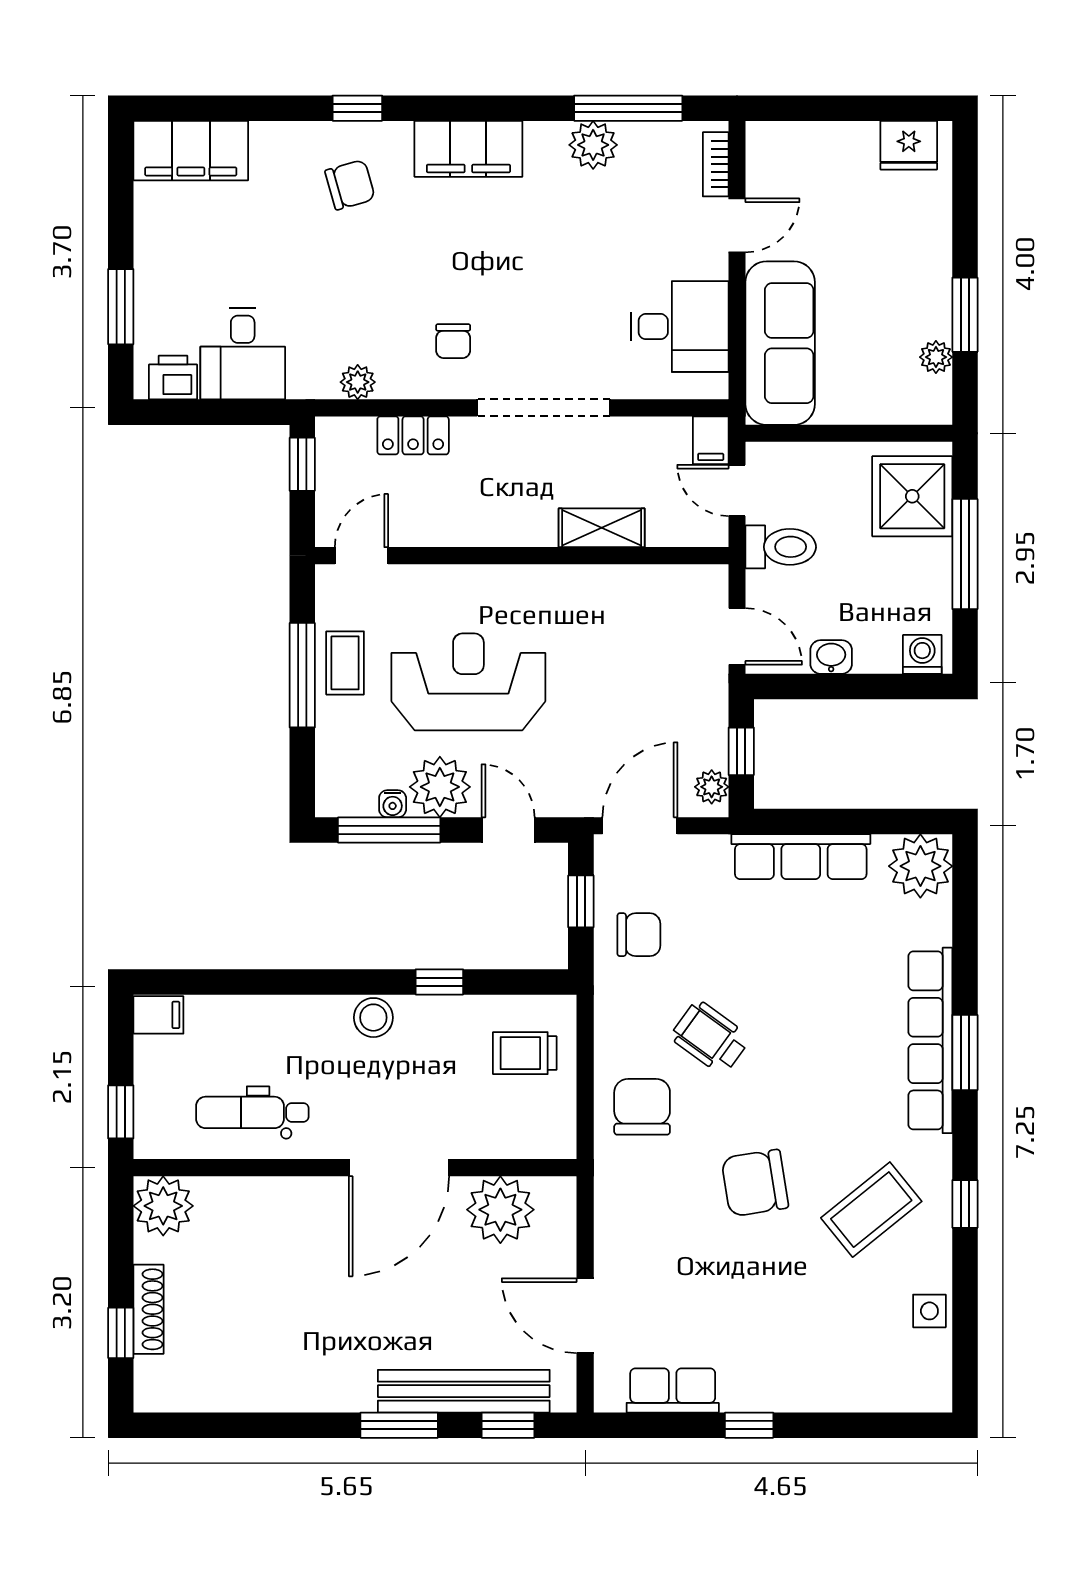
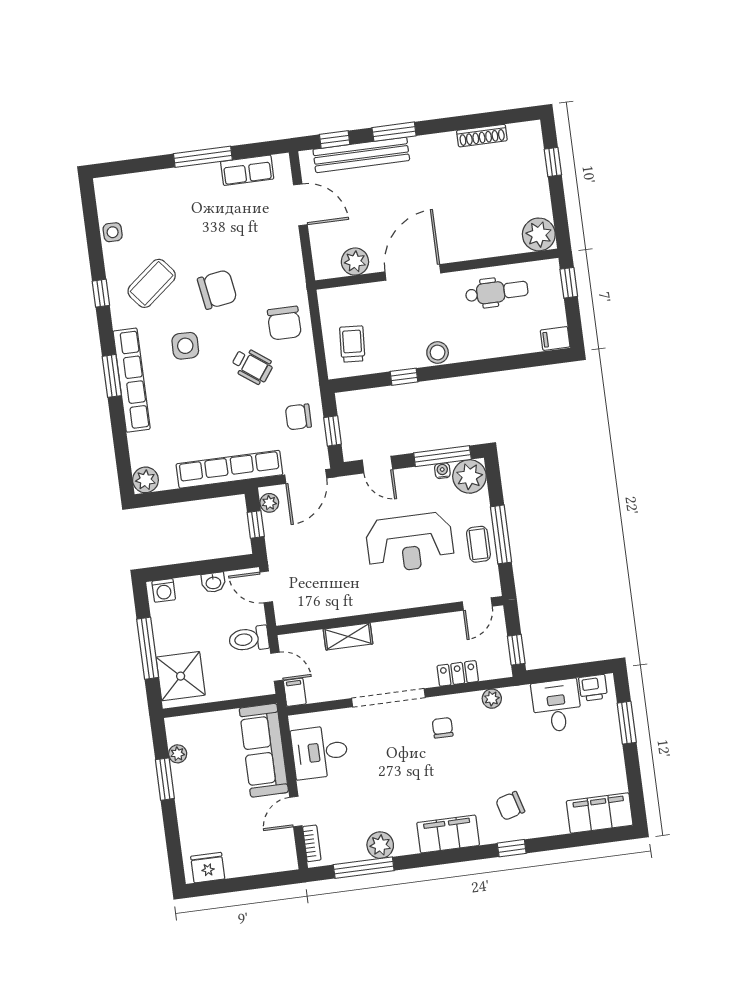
plant: (440, 787) -> (469, 476), moved
row of seats: (801, 857) -> (229, 469), width x1.36
plant: (920, 866) -> (145, 480), width x0.73, depth x0.73
trolley: (525, 1053) -> (352, 344), turned -86
side table: (826, 1089) -> (185, 346), added
plant: (500, 1210) -> (355, 262), width x0.73, depth x0.73
shoe rack: (149, 1309) -> (482, 136), moved, turned -90
window: (749, 1425) -> (203, 157), width x2.17

